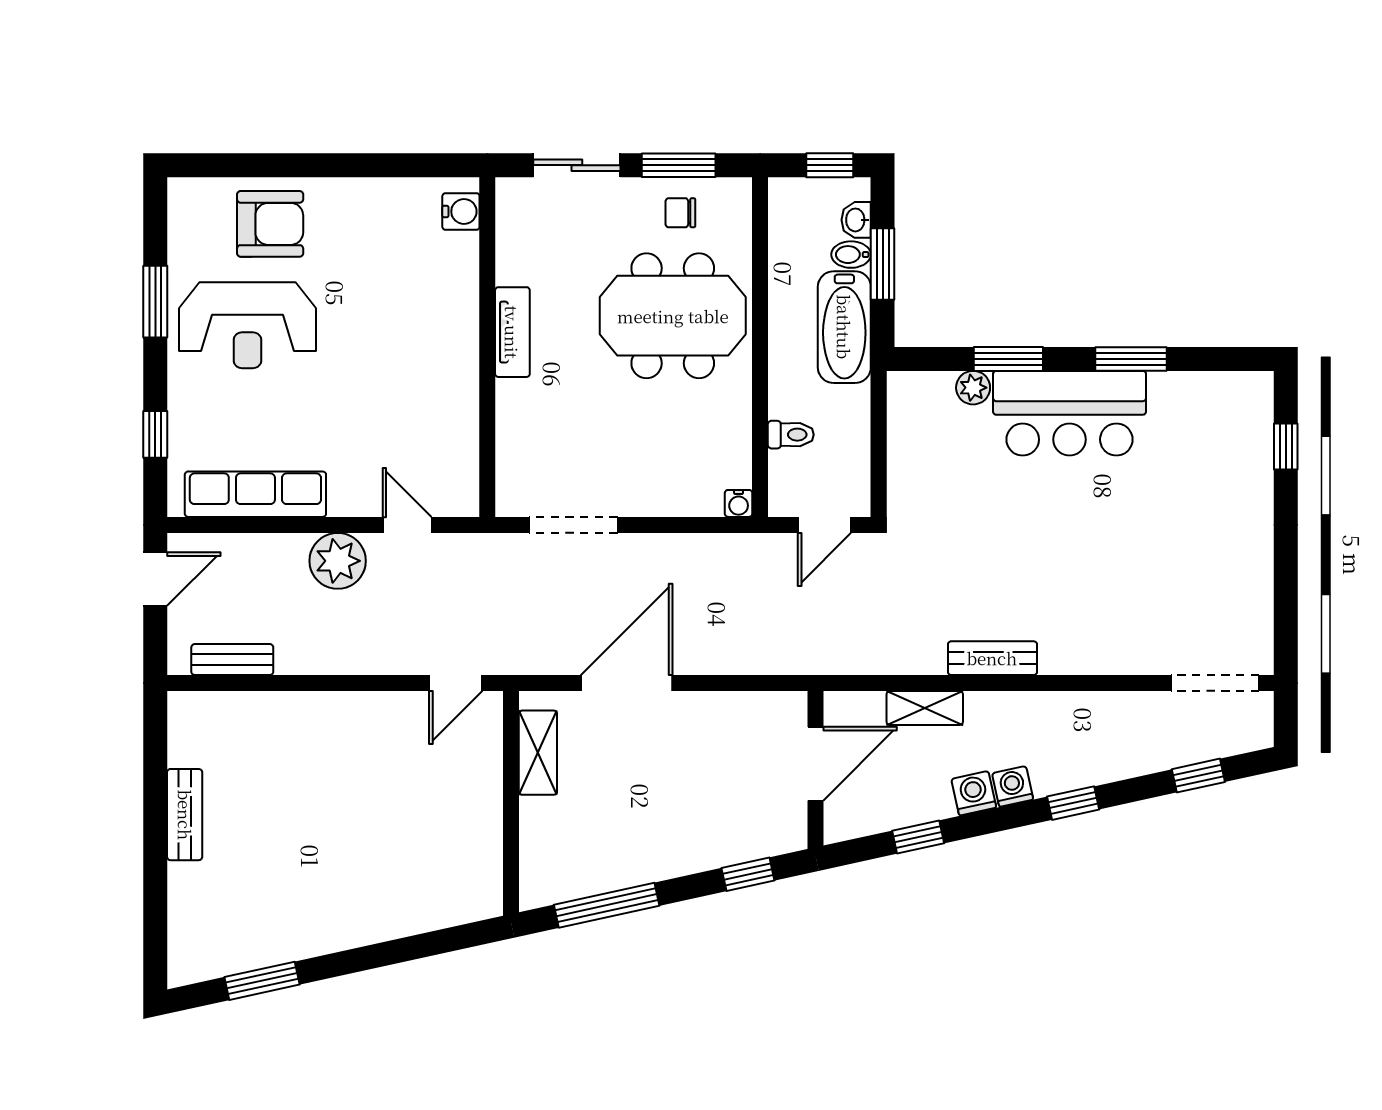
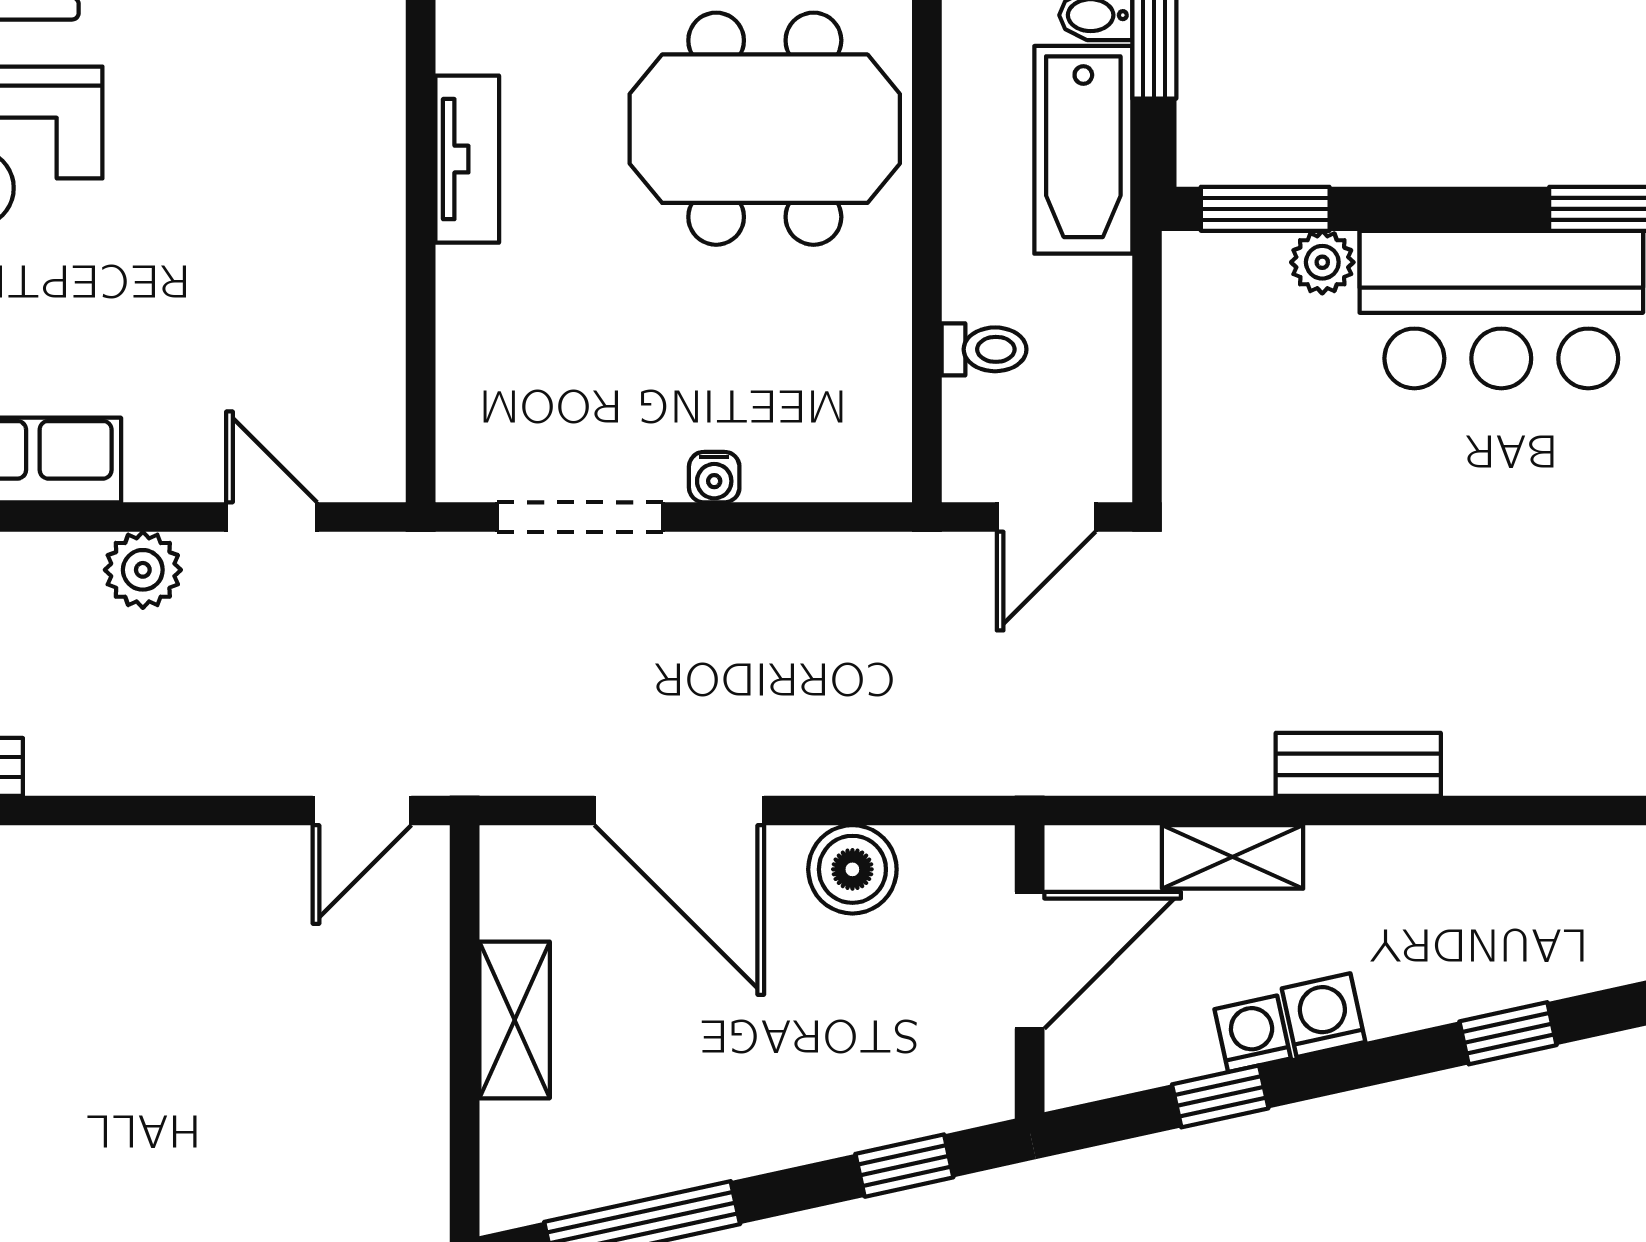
window: (1008, 359) -> (1265, 209), moved
water cooler: (739, 503) -> (714, 477), moved
plant: (338, 561) -> (143, 570), width x0.73, depth x0.73
door: (627, 683) -> (679, 810), swing flipped
boiler: (720, 715) -> (852, 869), added
shelving: (538, 753) -> (515, 1020), moved
washing machine: (1013, 786) -> (1253, 1034), moved

